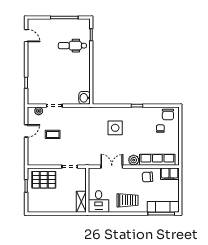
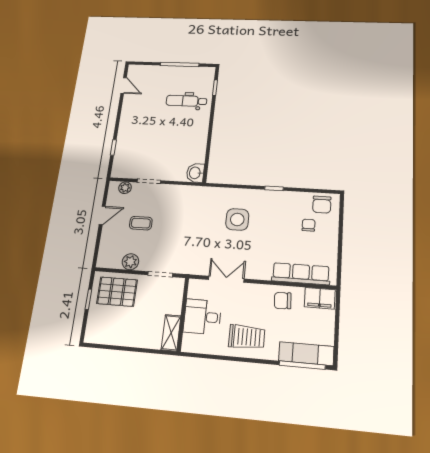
plant: (134, 160) -> (130, 262), moved
desk: (99, 201) -> (202, 317), moved, turned 90

